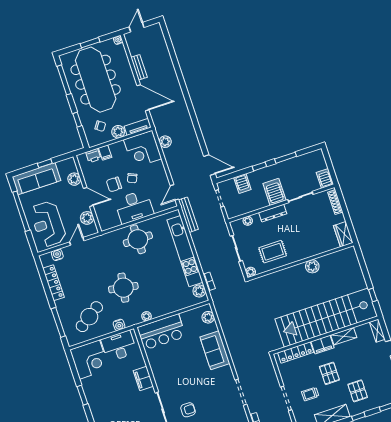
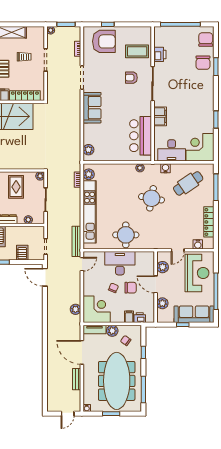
rug: (273, 252) -> (16, 187), turned 90
bar counter: (161, 332) -> (141, 136), moved, turned -90
sofa: (215, 350) -> (92, 108), moved

